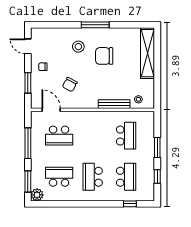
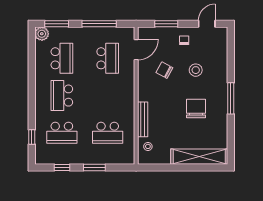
stool: (78, 47) -> (196, 70), moved
school desk: (59, 136) -> (108, 58), turned 180
school desk: (93, 177) -> (62, 96), turned -90

